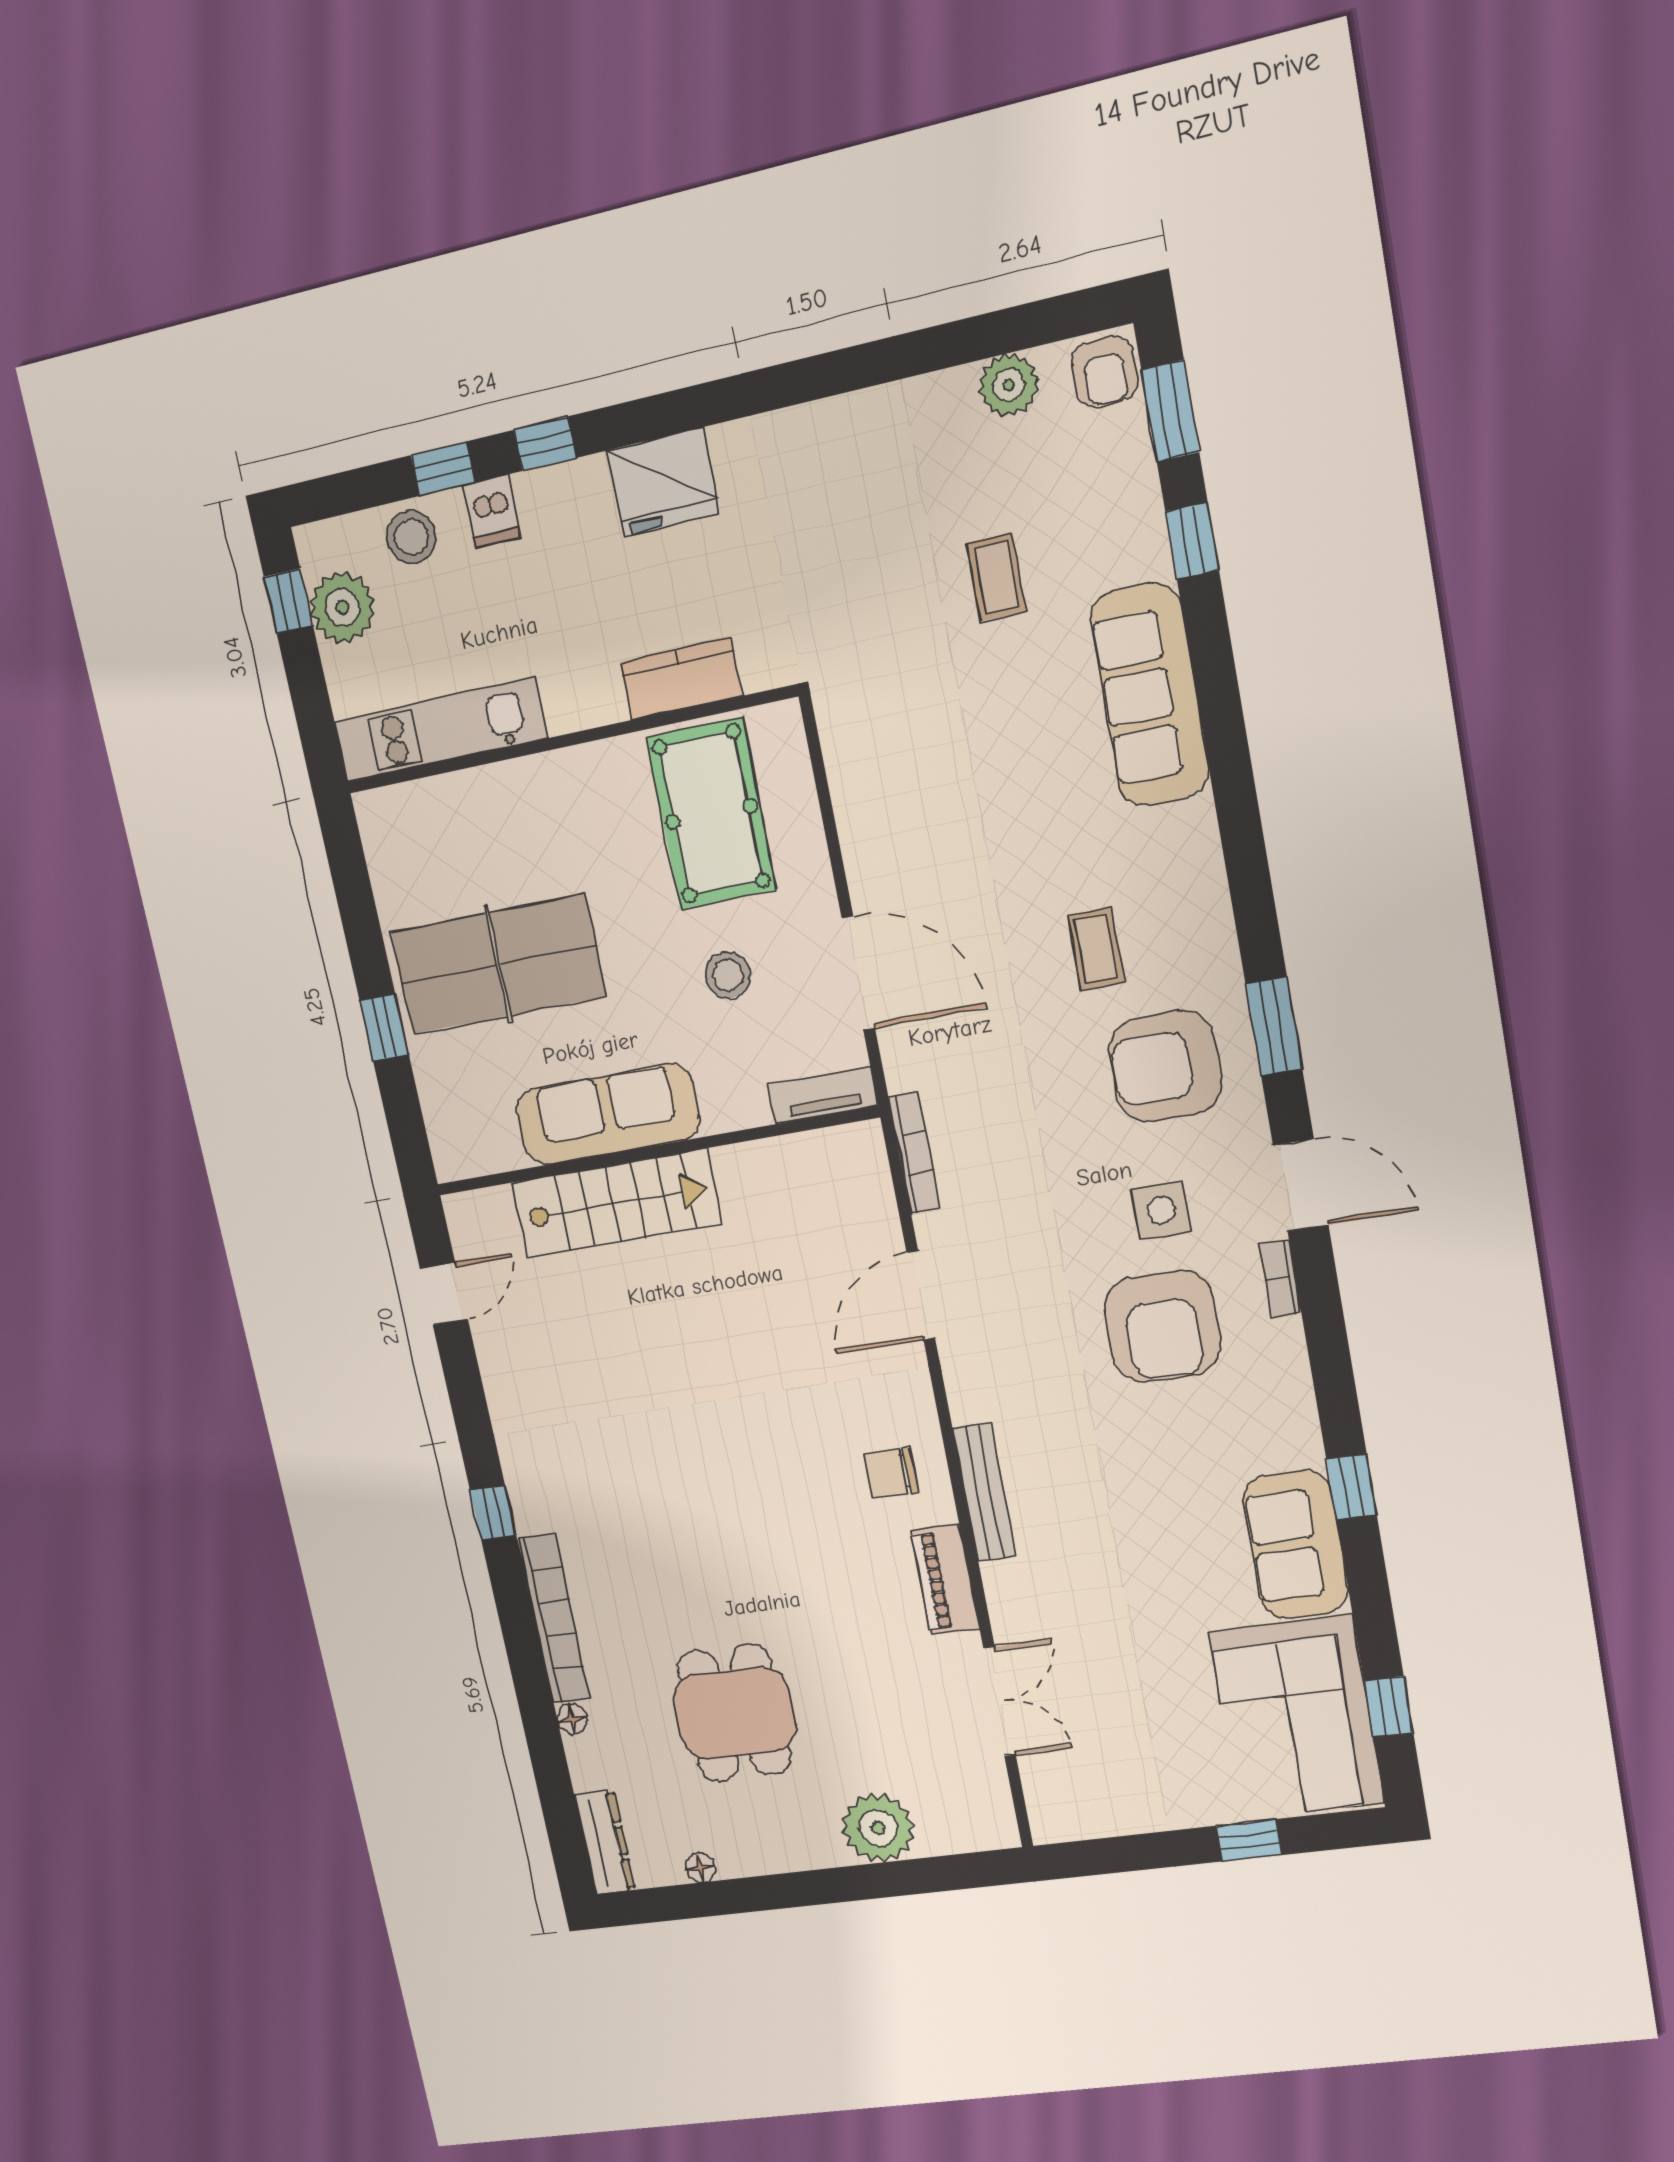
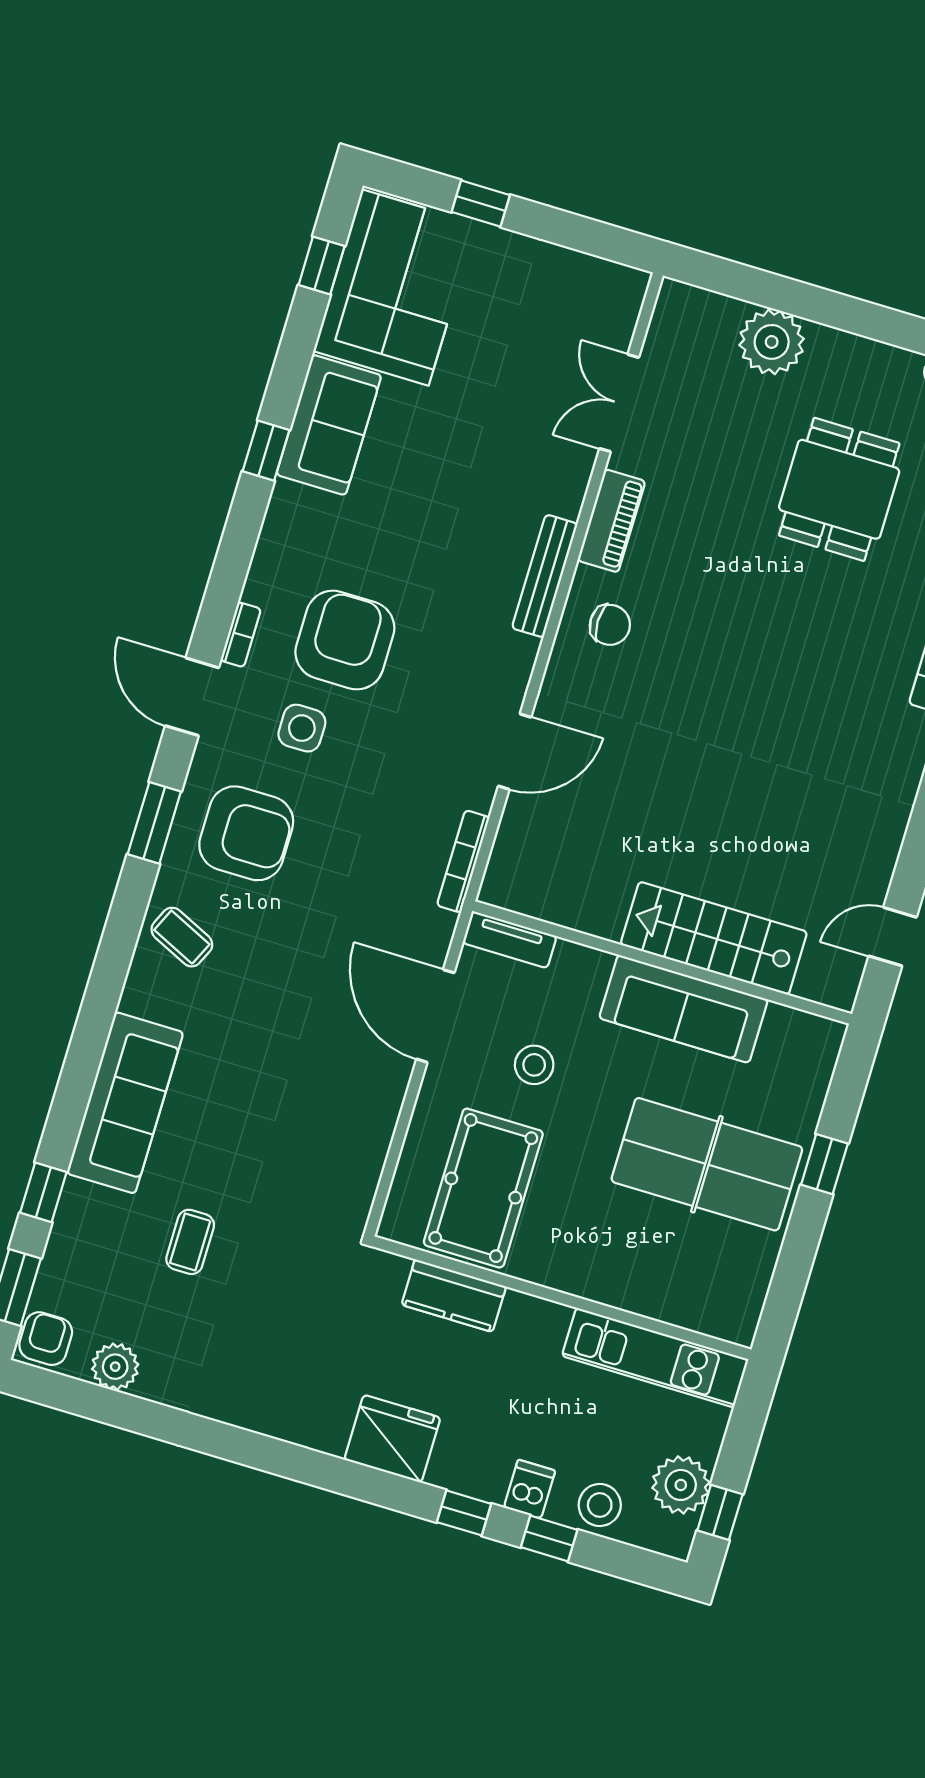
coffee table: (1096, 949) -> (182, 937), moved, turned -65

